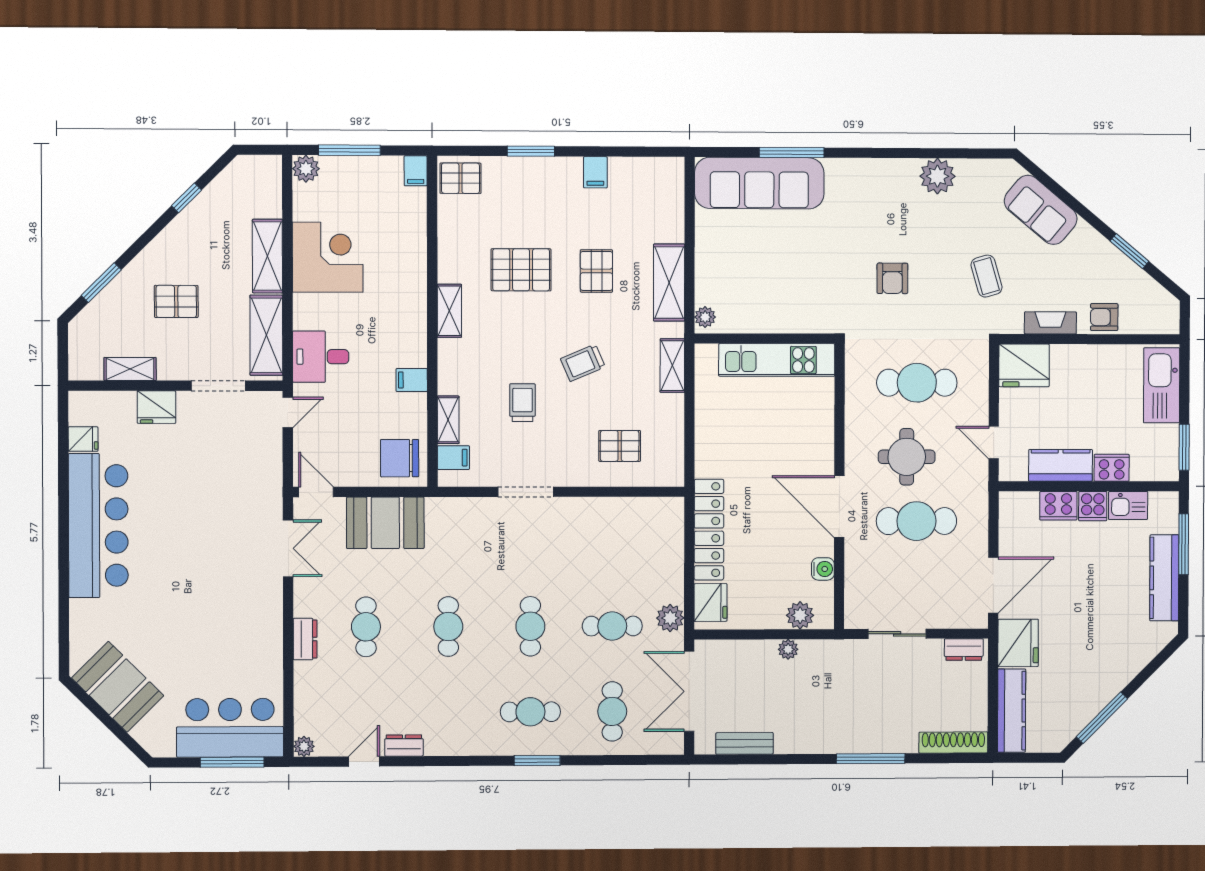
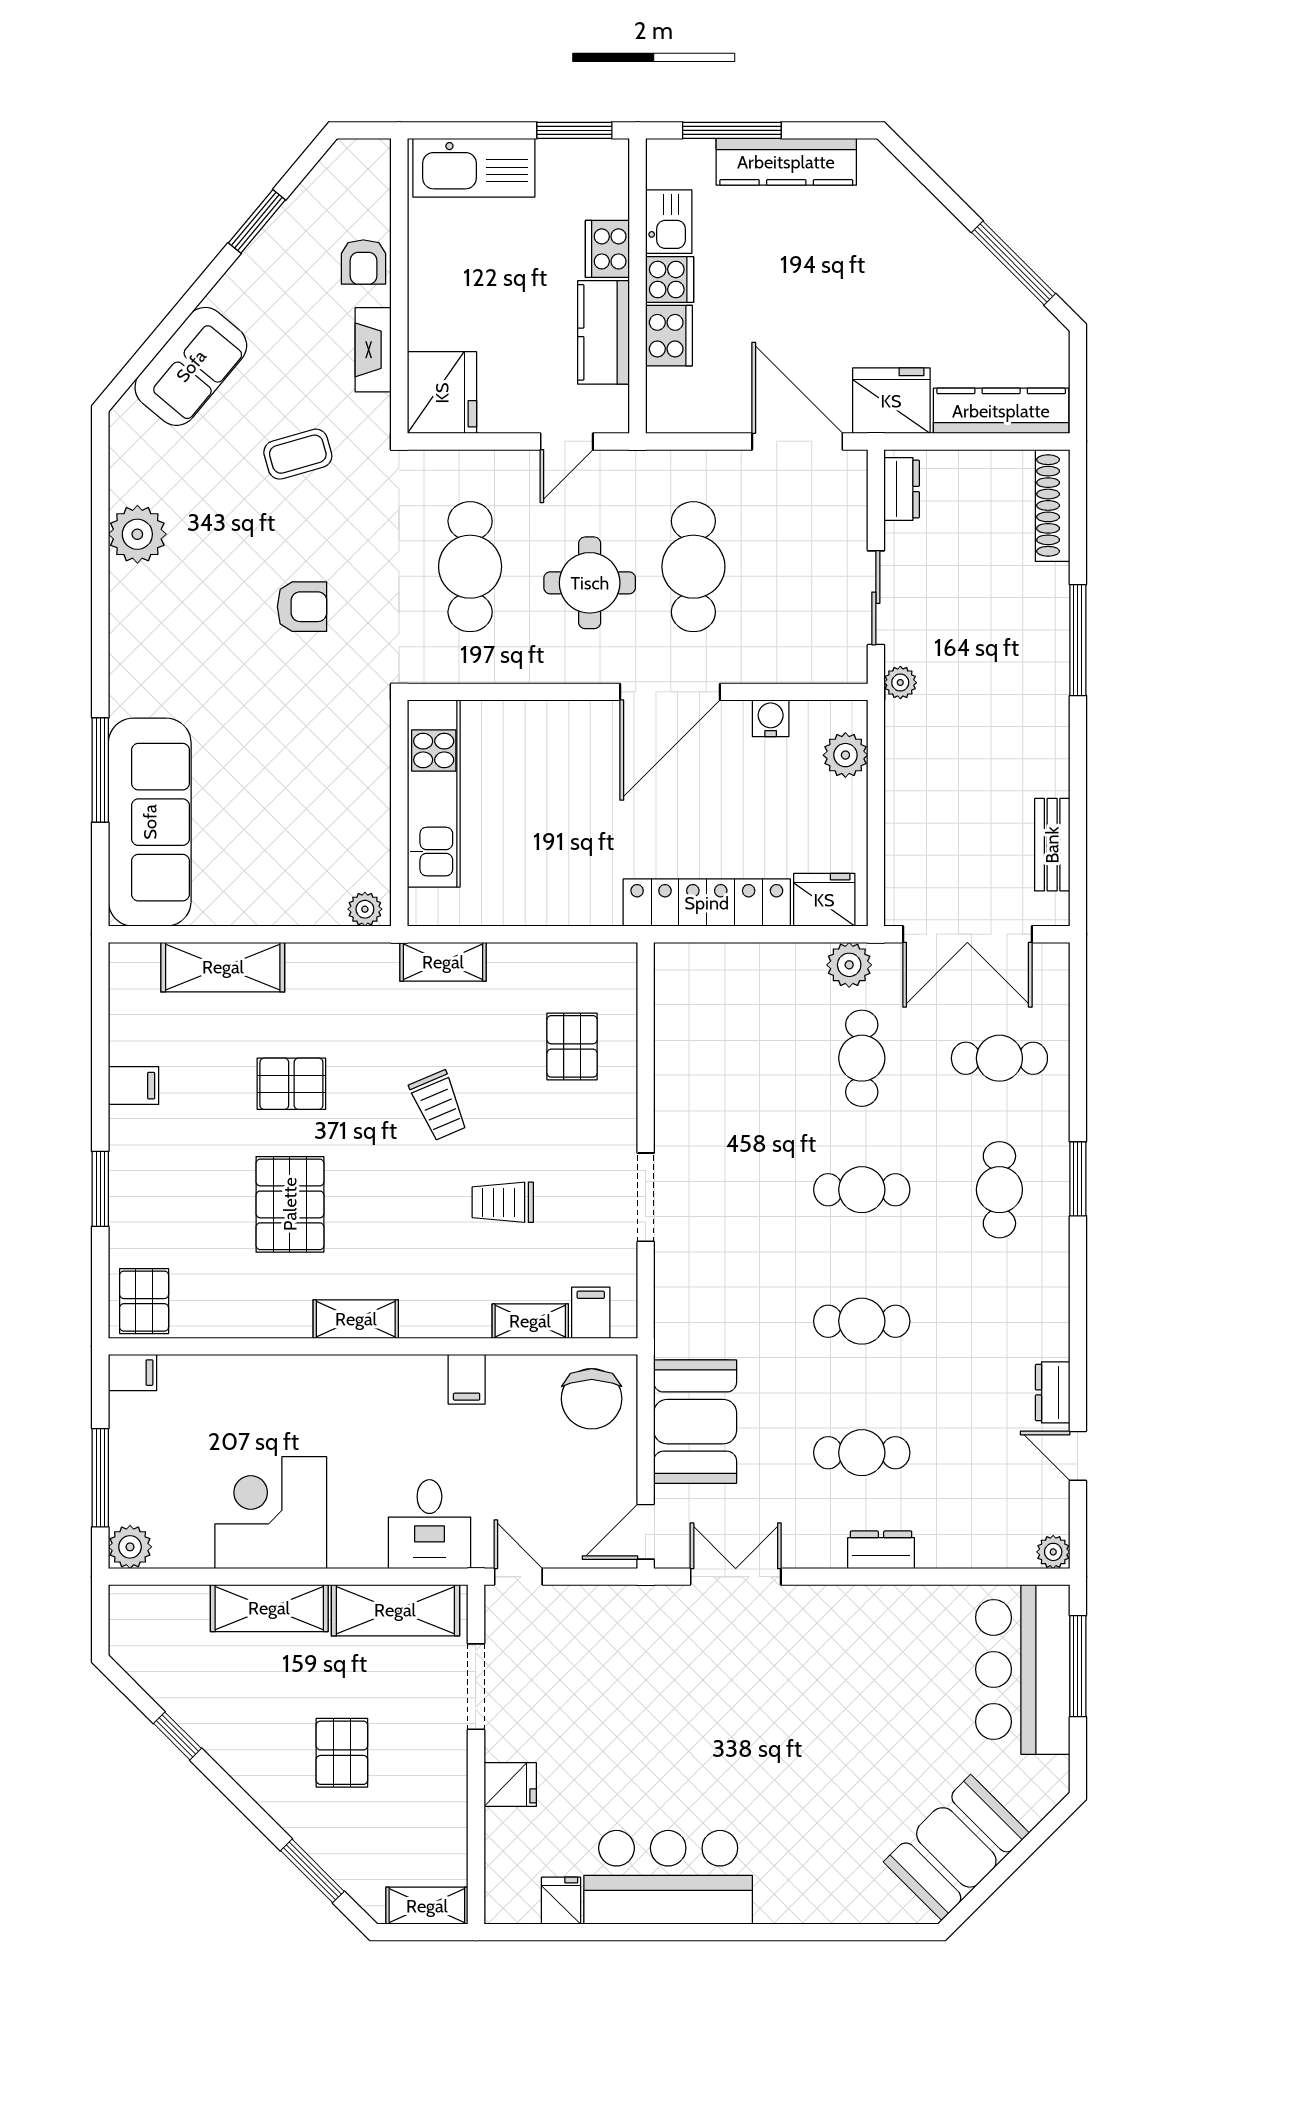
shelving: (669, 283) -> (223, 967), moved
shelving: (130, 369) -> (427, 1906), moved, turned 90
fridge: (156, 407) -> (510, 1784), width x0.72
bar counter: (98, 526) -> (668, 1877), width x0.73
plant: (788, 649) -> (900, 683), moved

